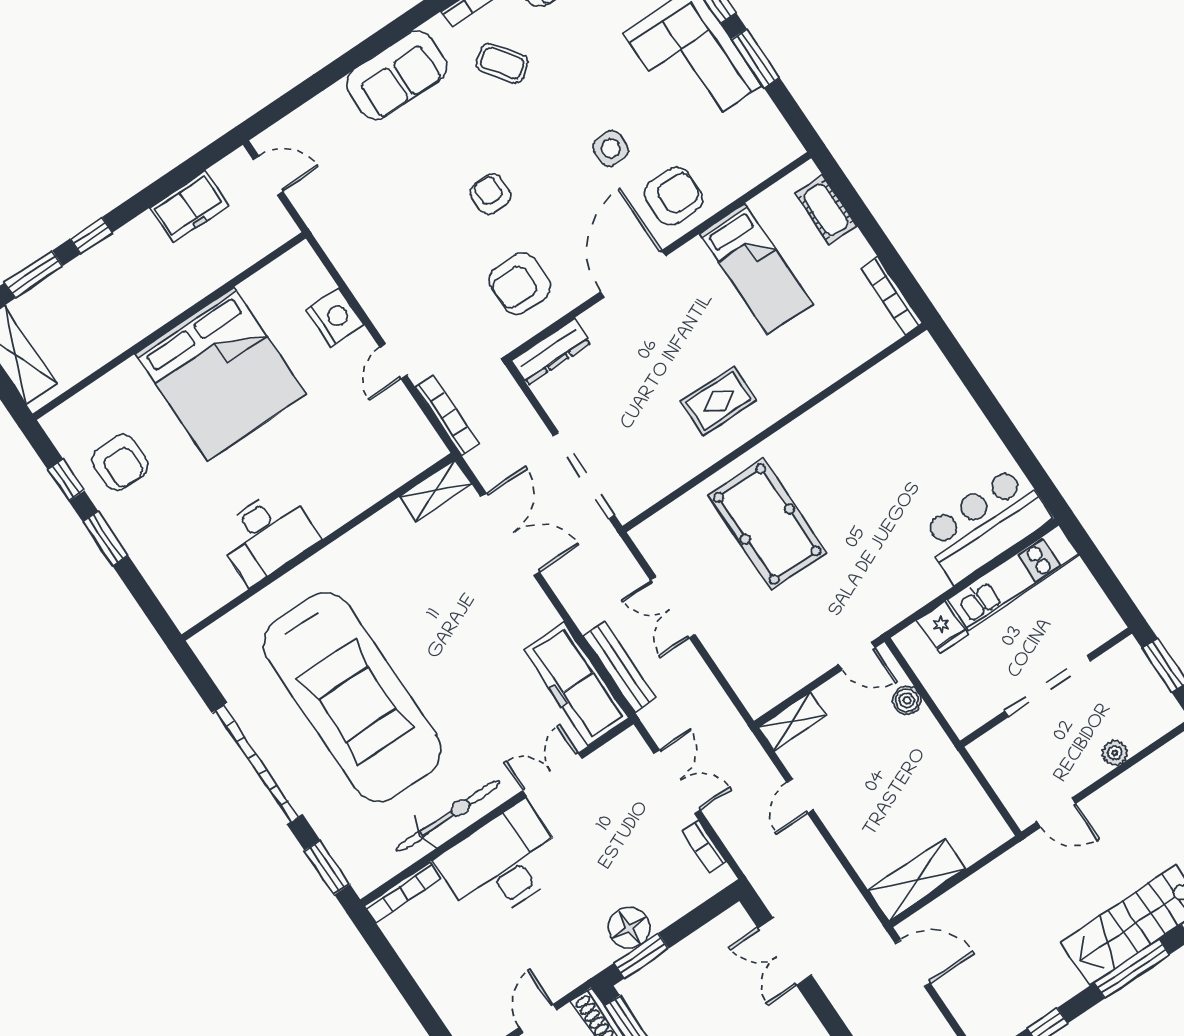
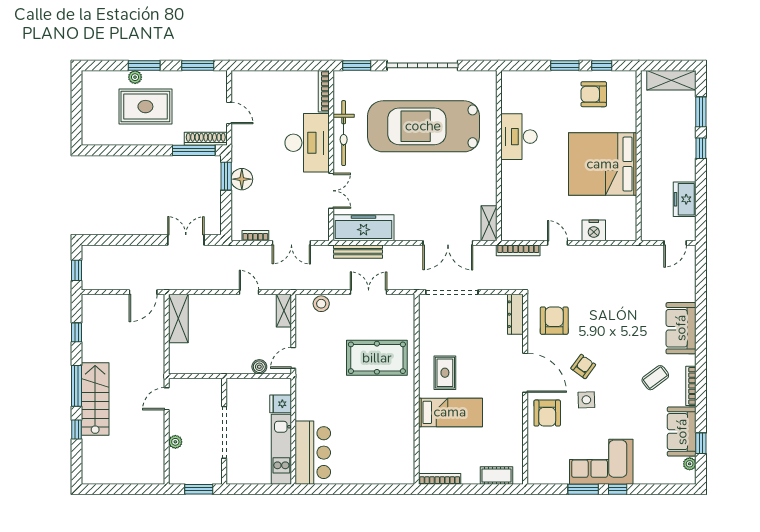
armchair: (491, 194) -> (583, 366), moved, turned -54
bed: (756, 269) -> (450, 412), moved, turned 180
stool: (741, 670) -> (321, 304), added

